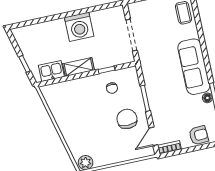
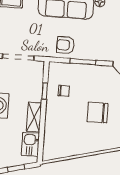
armchair: (156, 77) -> (65, 45), added
chair: (127, 119) -> (97, 113), moved

